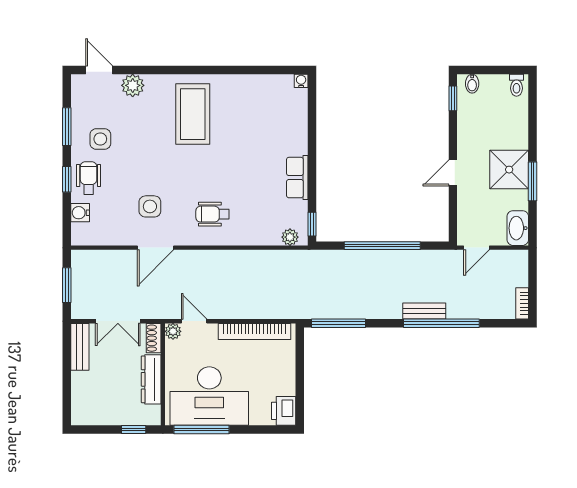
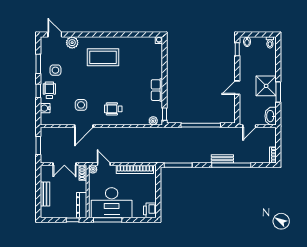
coffee table: (193, 114) -> (103, 57), turned 90
bench: (80, 347) -> (45, 194), moved
dresser: (151, 379) -> (82, 205), moved

